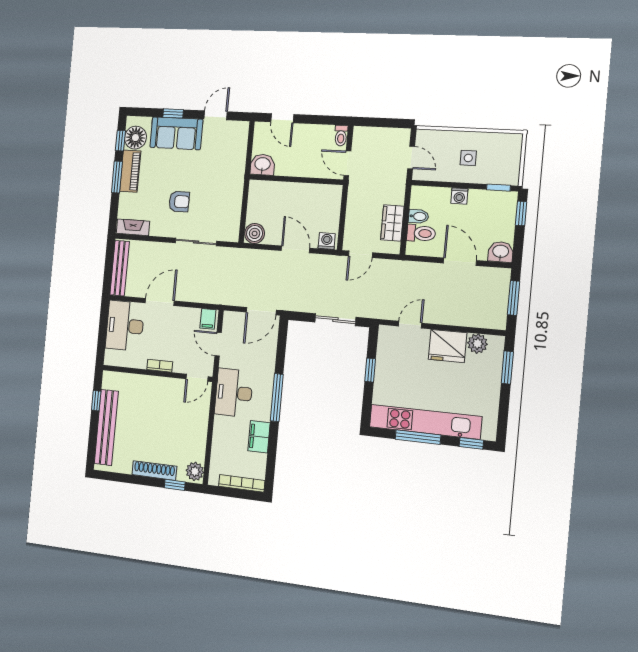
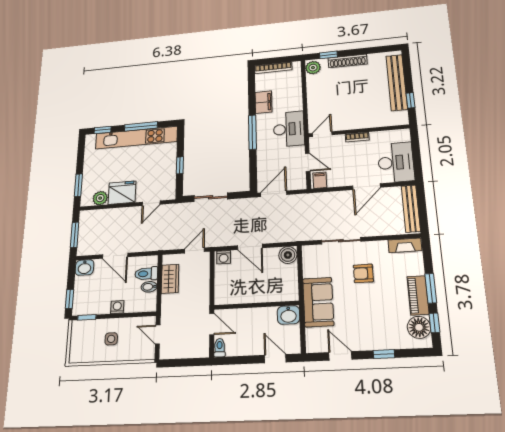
door: (216, 115) -> (340, 356), swing flipped
sofa: (176, 133) -> (318, 302), moved, turned 90

